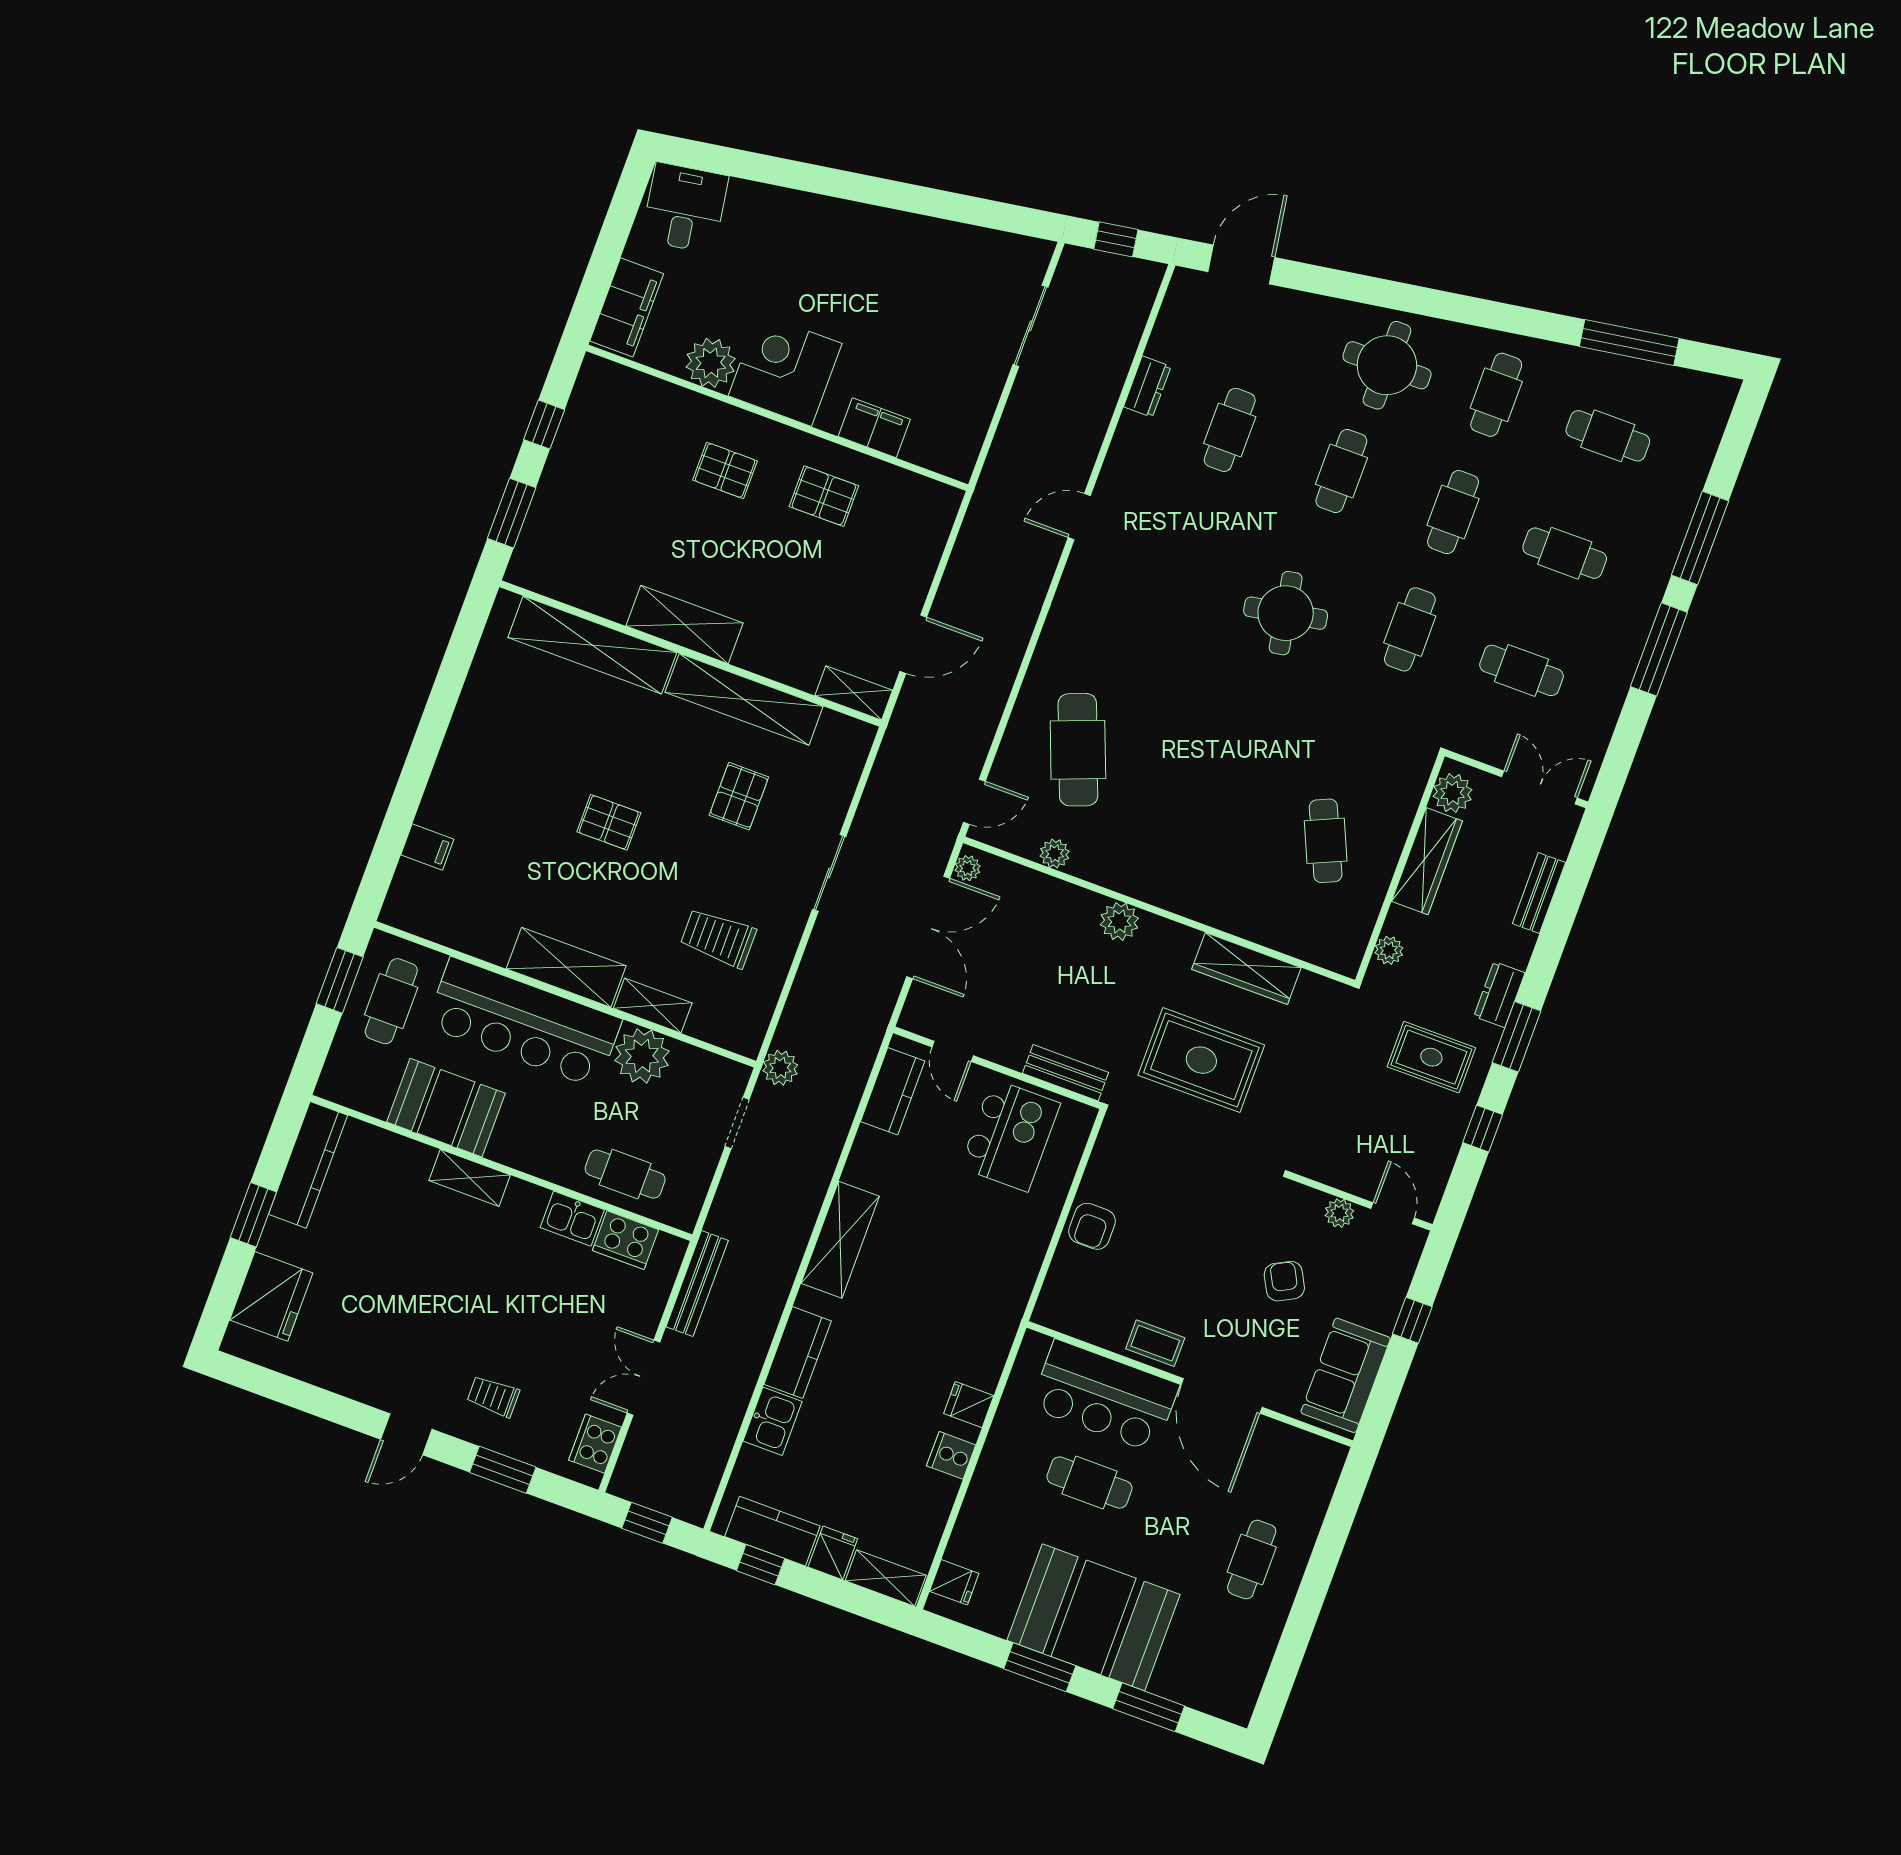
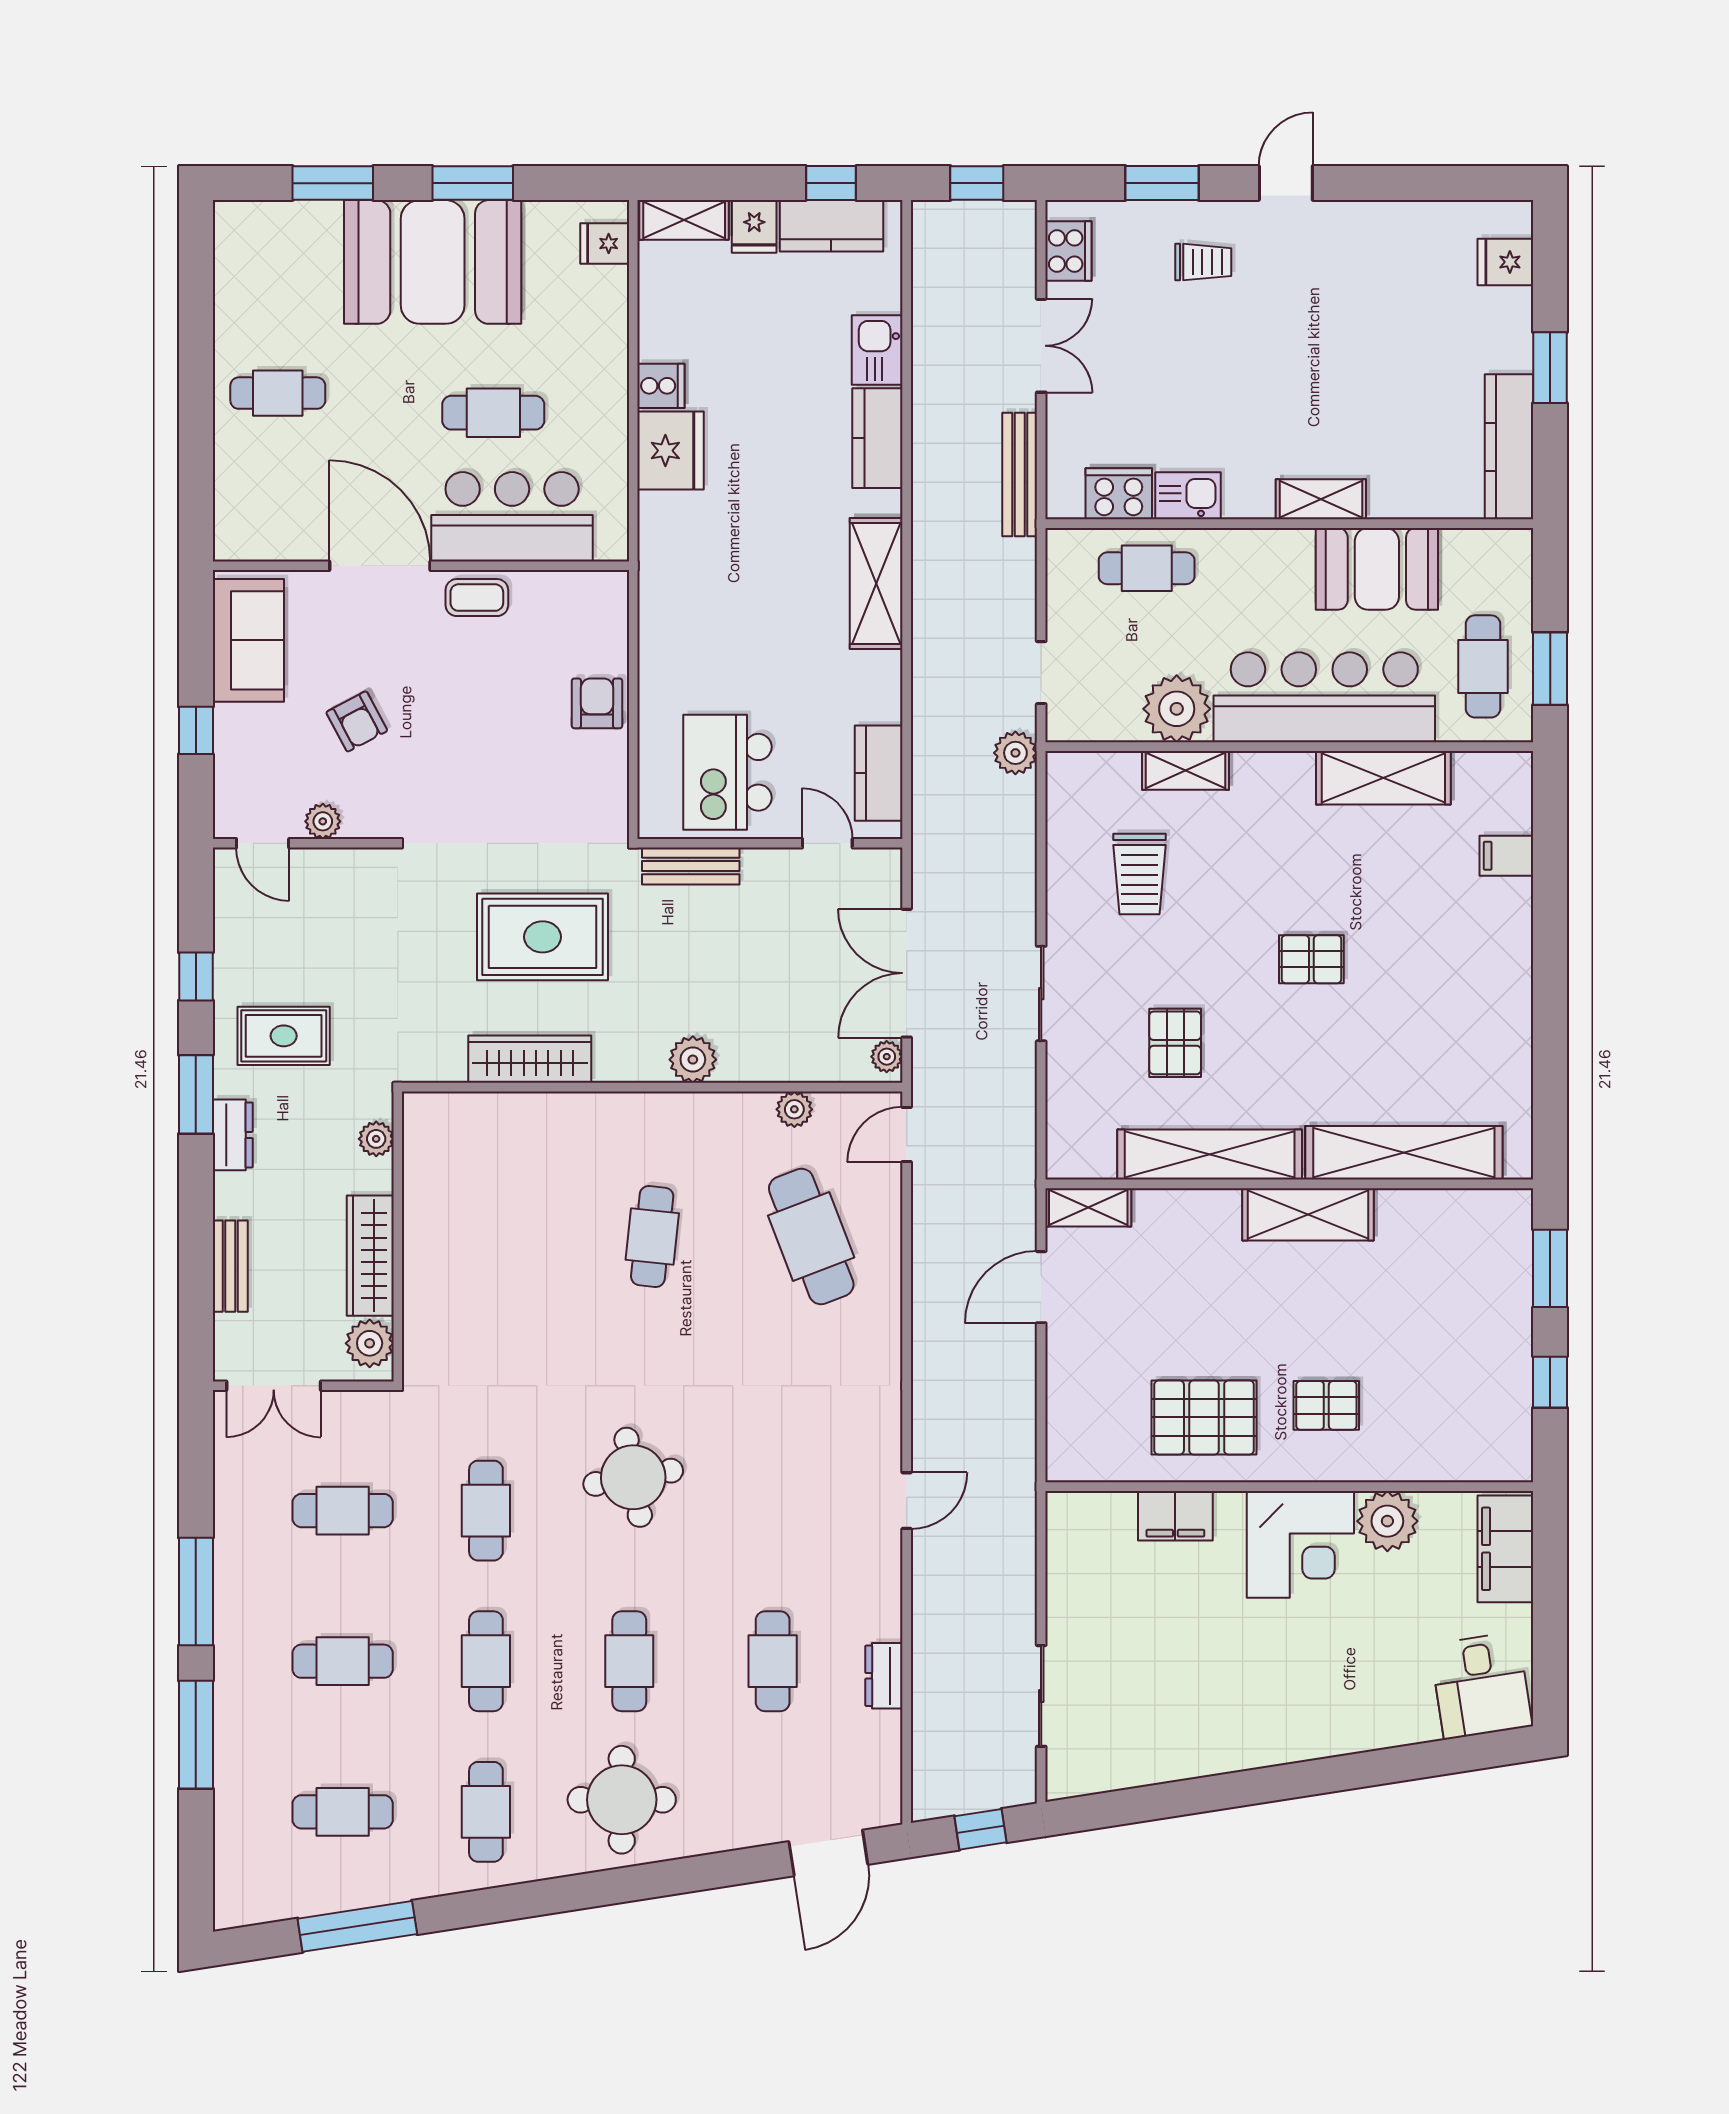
pallet: (824, 496) -> (1204, 1417), width x1.50, depth x1.42
cafe table: (1326, 841) -> (652, 1236), moved, turned 30
trolley: (718, 938) -> (1140, 874), turned 90
shelving: (566, 967) -> (1383, 778), moved
fridge: (271, 1296) -> (1505, 262), width x0.53, depth x0.75
fridge: (969, 1405) -> (671, 451), width x1.88, depth x1.34
cafe table: (1252, 1560) -> (278, 393), turned 90

